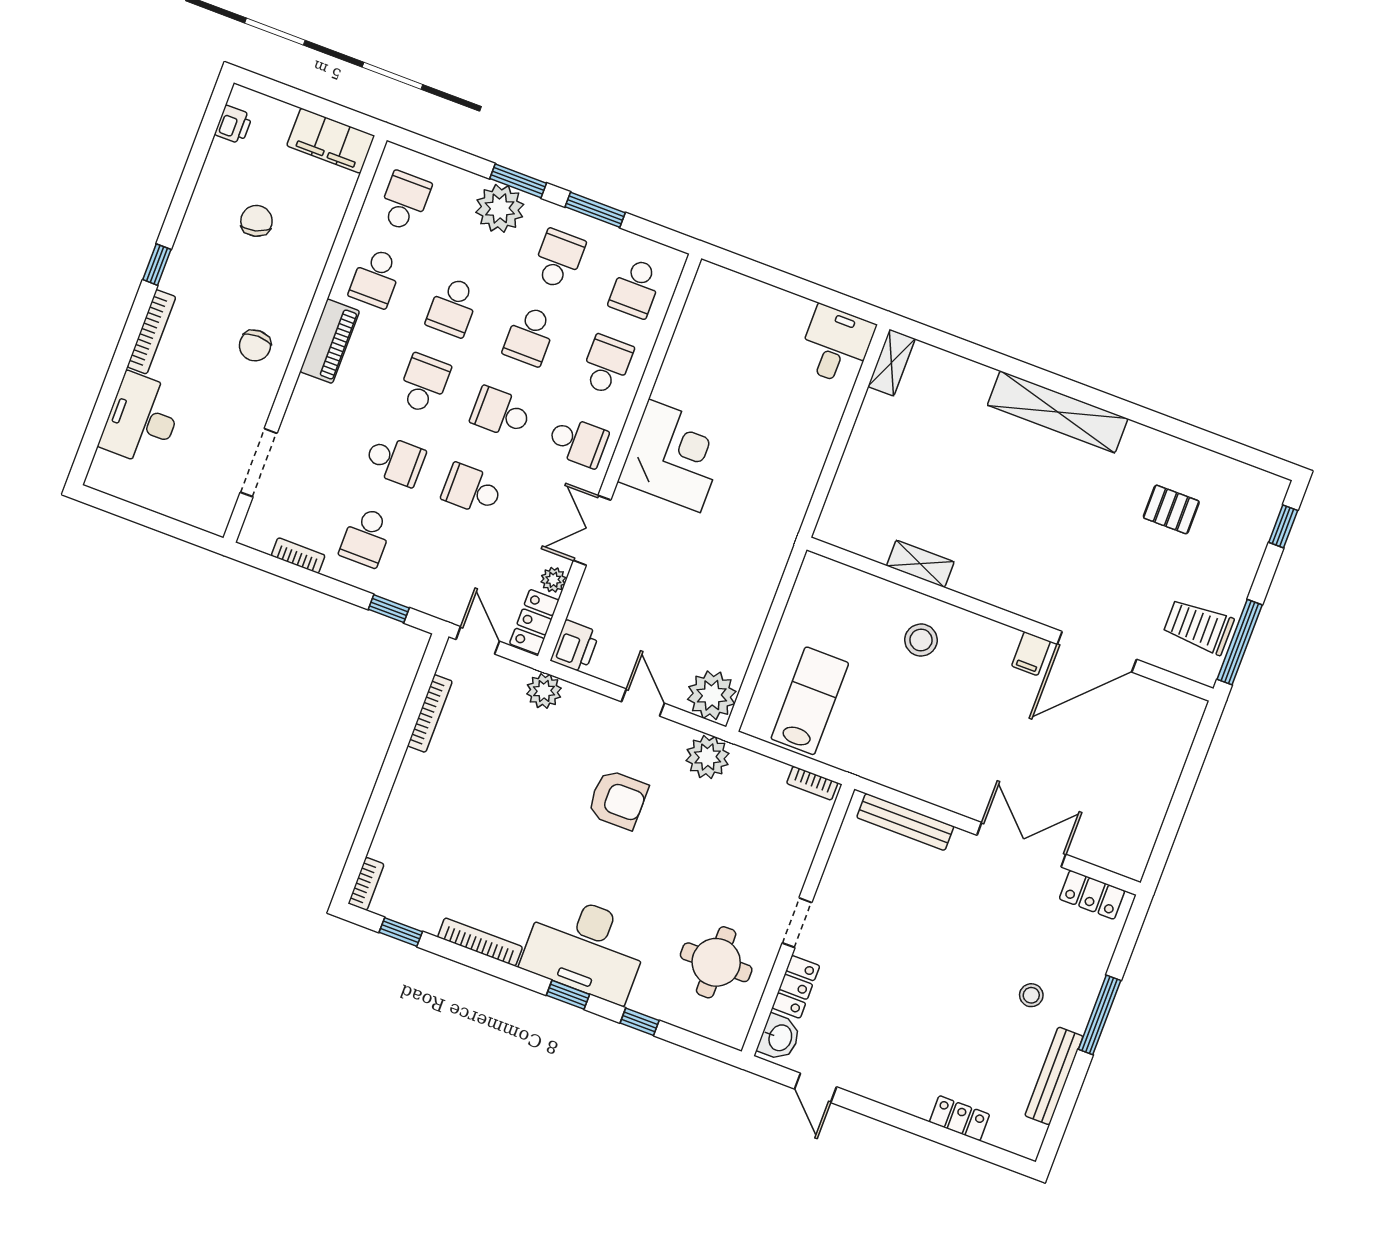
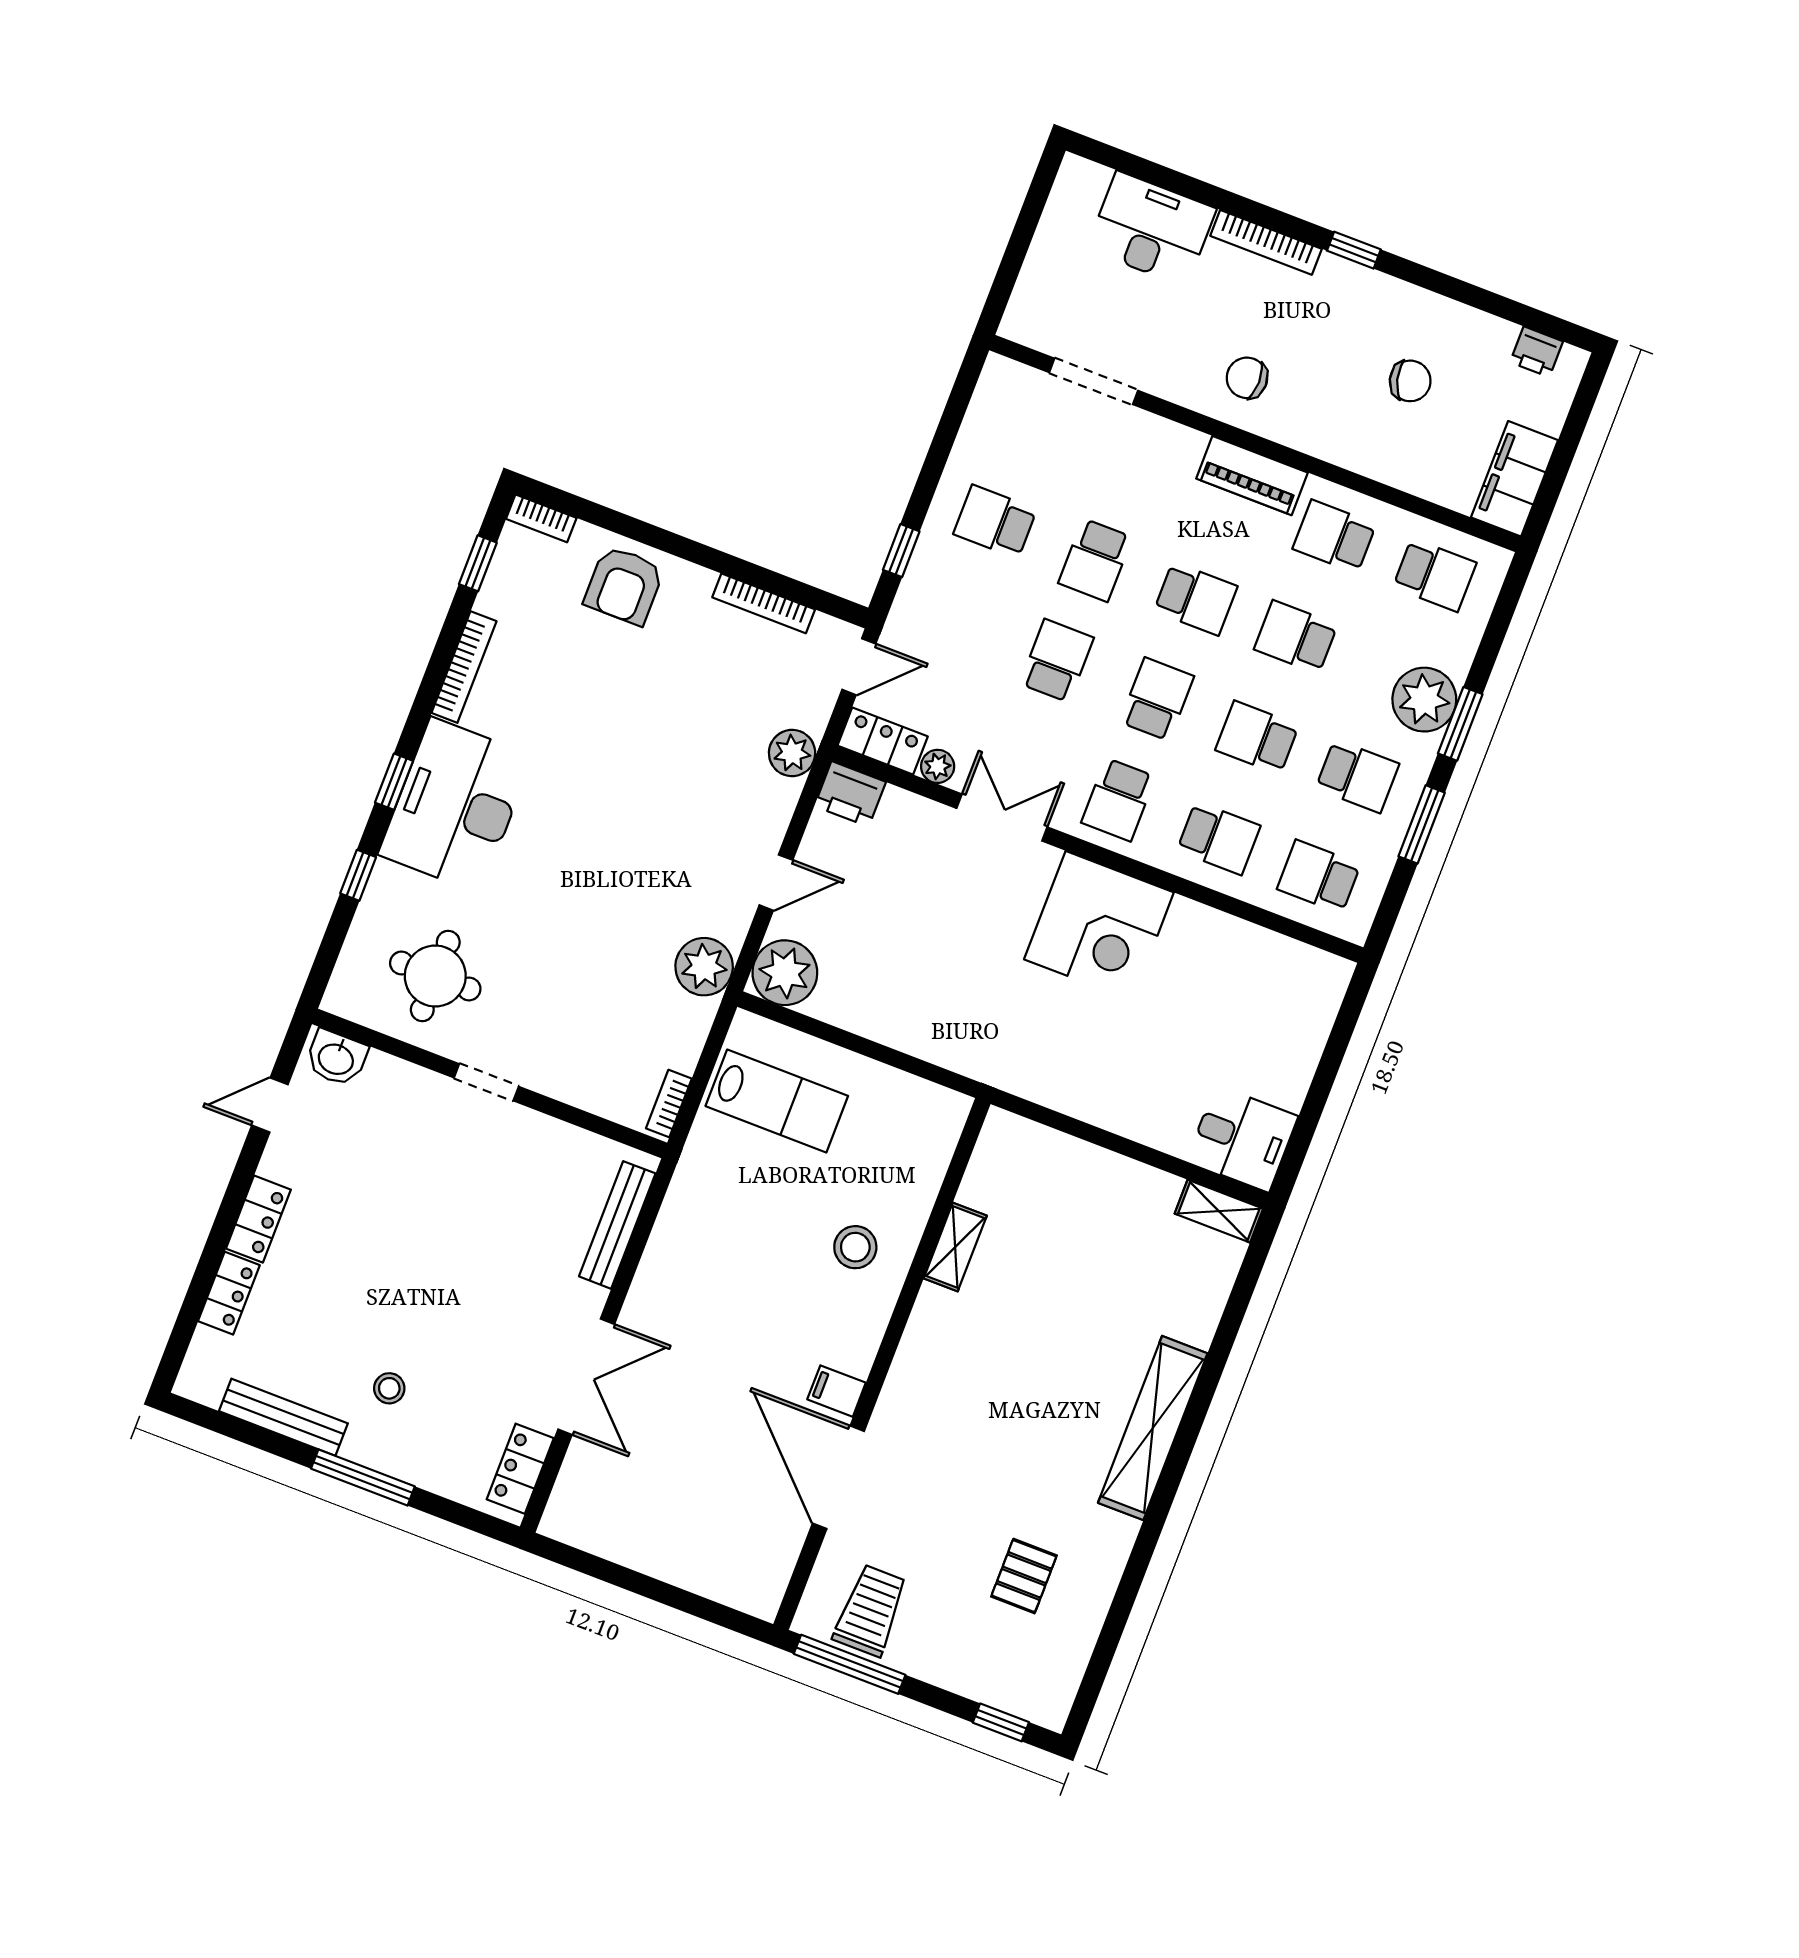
bookcase: (298, 555) -> (972, 432), removed
armchair: (618, 800) -> (624, 585), moved
locker: (796, 987) -> (258, 1219), moved, turned -90

